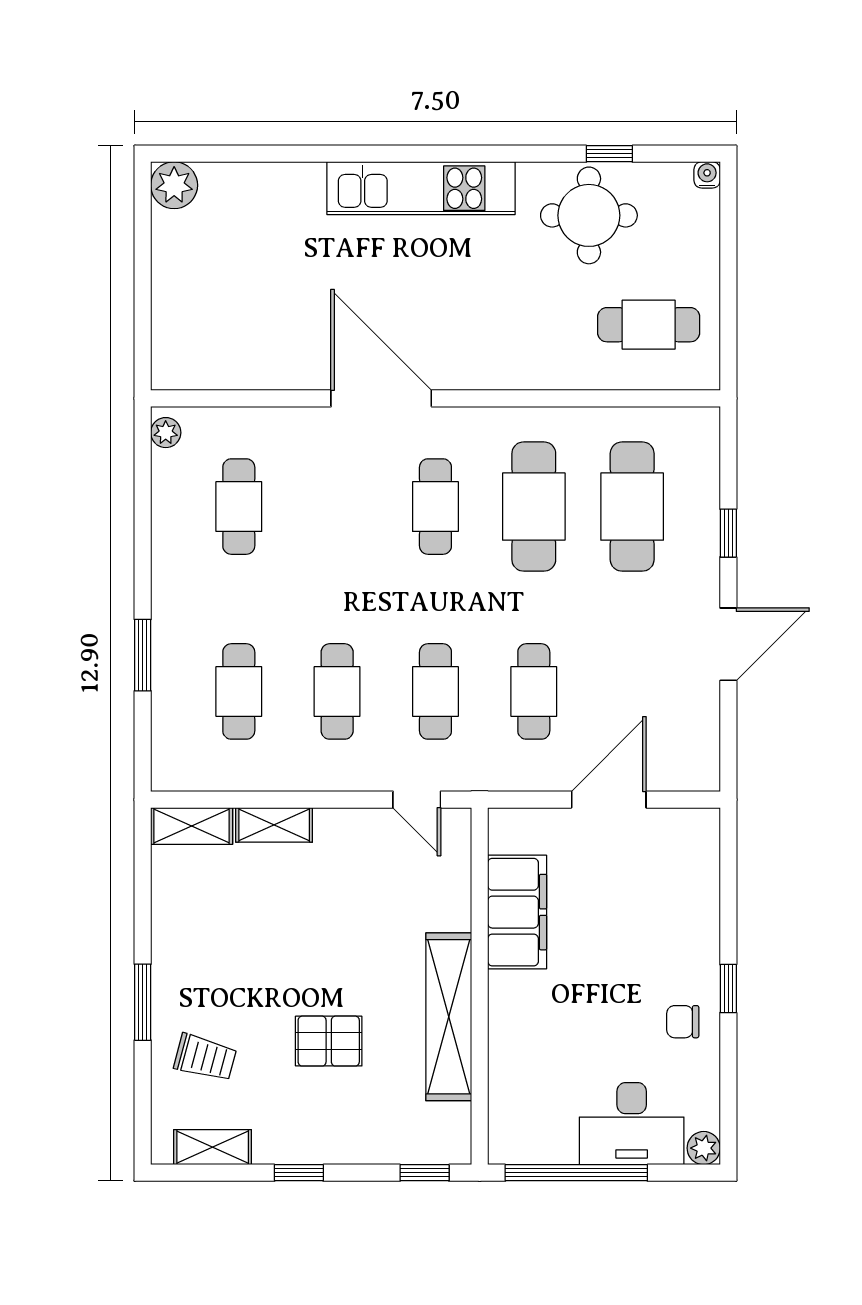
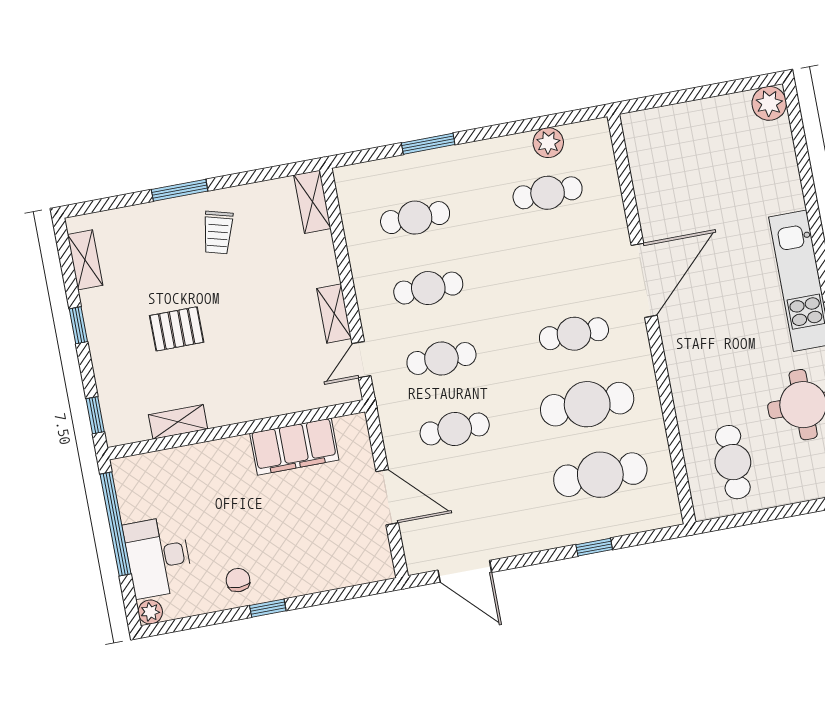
plant: (166, 433) -> (548, 143), moved, width x1.38, depth x1.38
door: (728, 644) -> (465, 571), moved
shelving: (274, 825) -> (334, 313), moved
shelving: (449, 1017) -> (178, 422), width x0.45, depth x0.75
pallet: (329, 1041) -> (177, 329), turned 90
trolley: (205, 1058) -> (218, 233), moved

